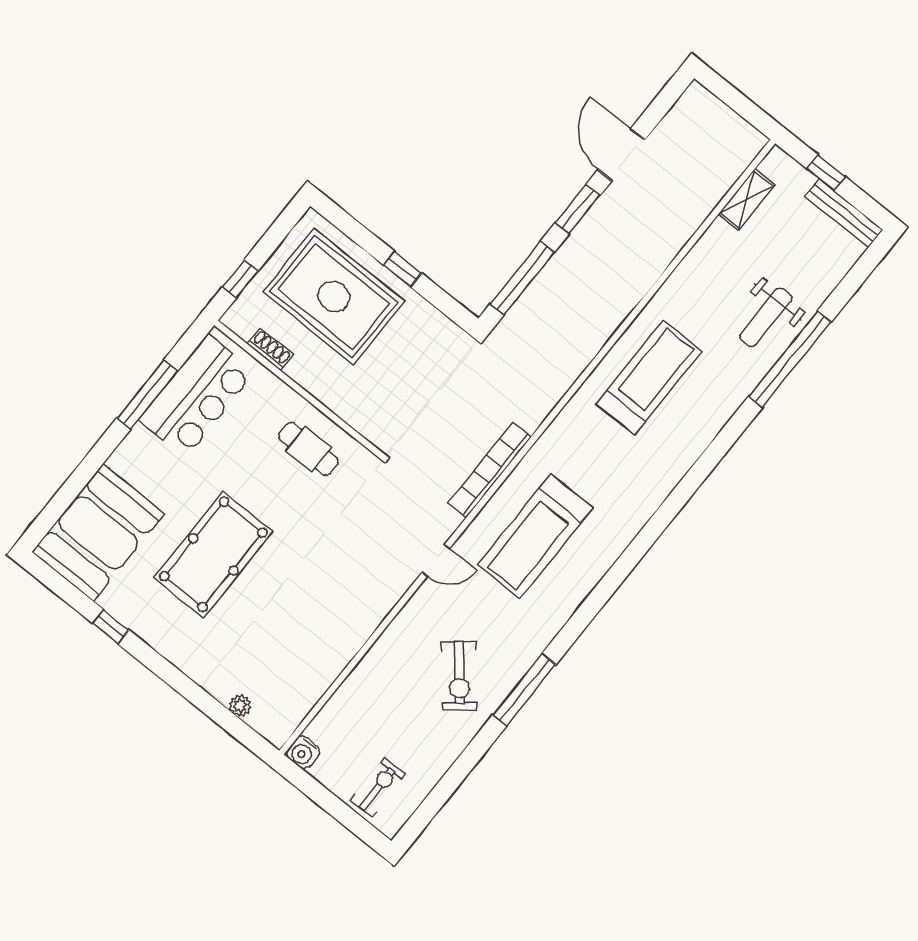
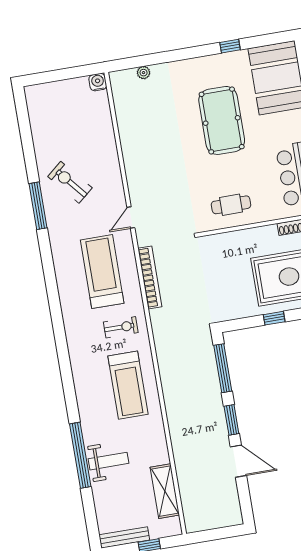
shelving: (746, 200) -> (165, 491), width x1.50, depth x1.33
weight bench: (766, 318) -> (108, 461), turned 90
exercise bike: (378, 787) -> (121, 327), moved, turned -90

